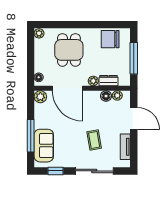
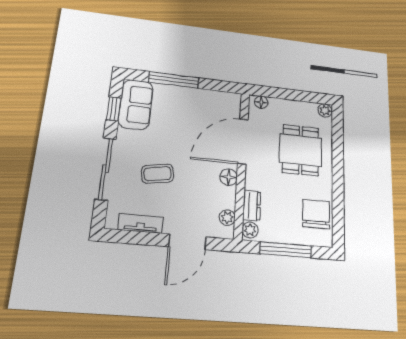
dining table: (69, 50) -> (301, 150), turned 90
plant: (93, 81) -> (250, 230), moved
floor lamp: (106, 96) -> (229, 177), moved
plant: (40, 97) -> (232, 101), removed
sofa: (44, 146) -> (136, 104), moved, turned -90

